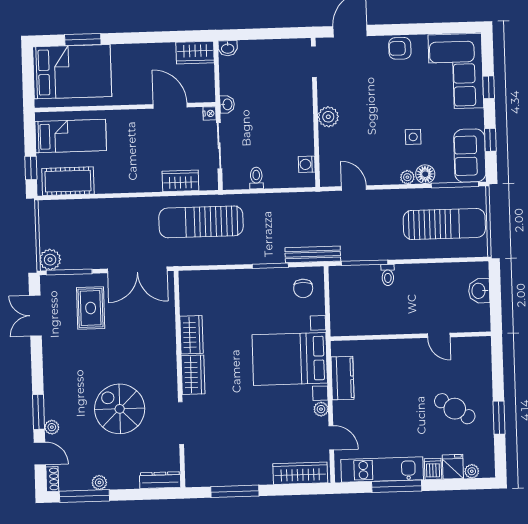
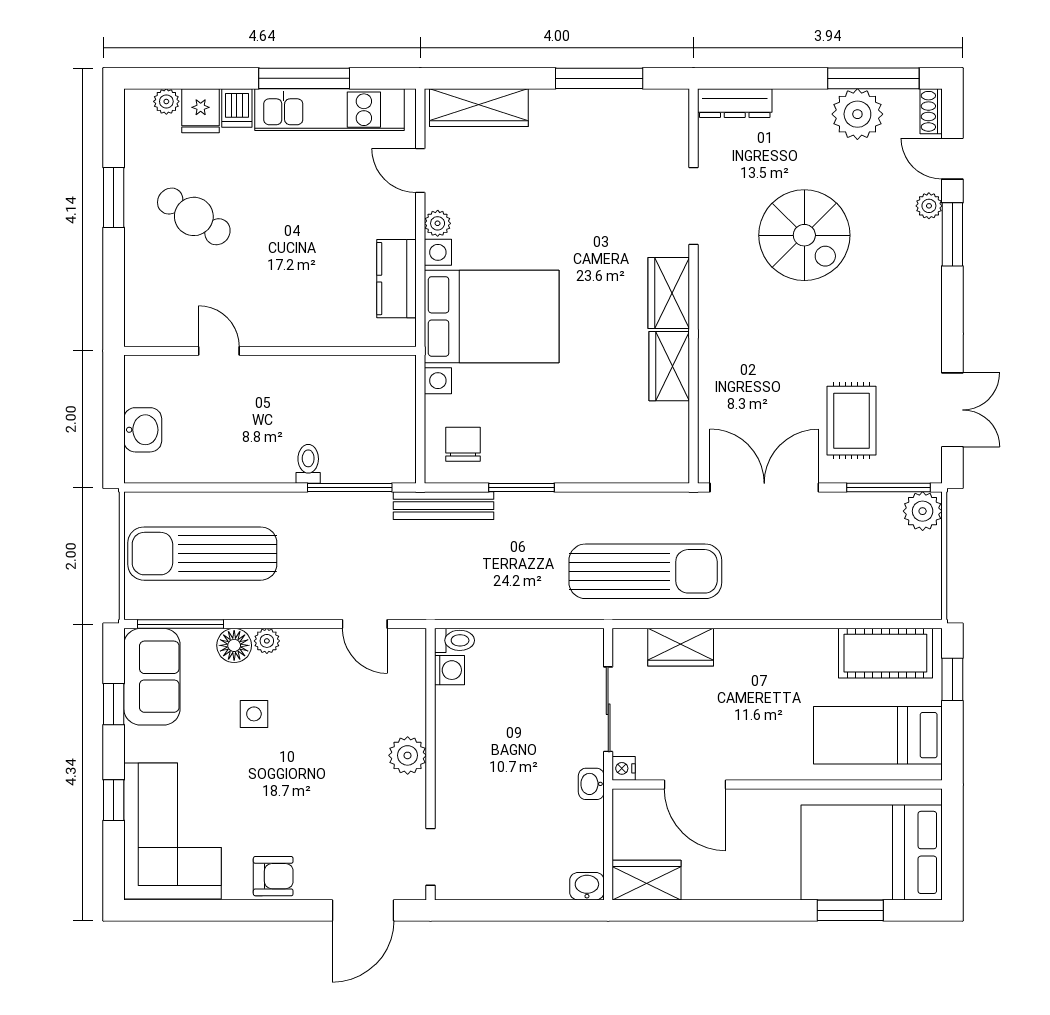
toilet: (256, 178) -> (454, 640), moved, turned -90
plant: (99, 483) -> (857, 114), width x1.88, depth x1.88

